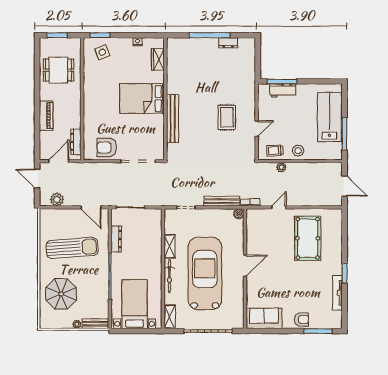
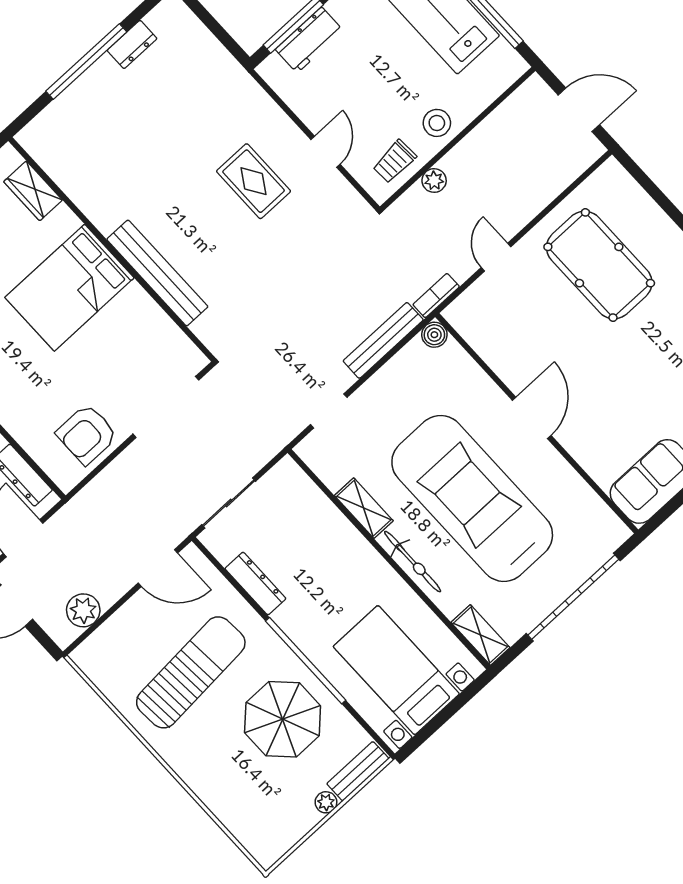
parasol: (61, 294) -> (283, 719), moved

